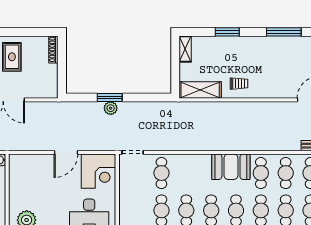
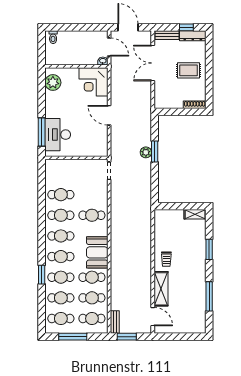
shelving: (200, 90) -> (161, 289), moved
corner desk: (99, 171) -> (94, 82), moved
cafe table: (161, 173) -> (92, 215), moved

